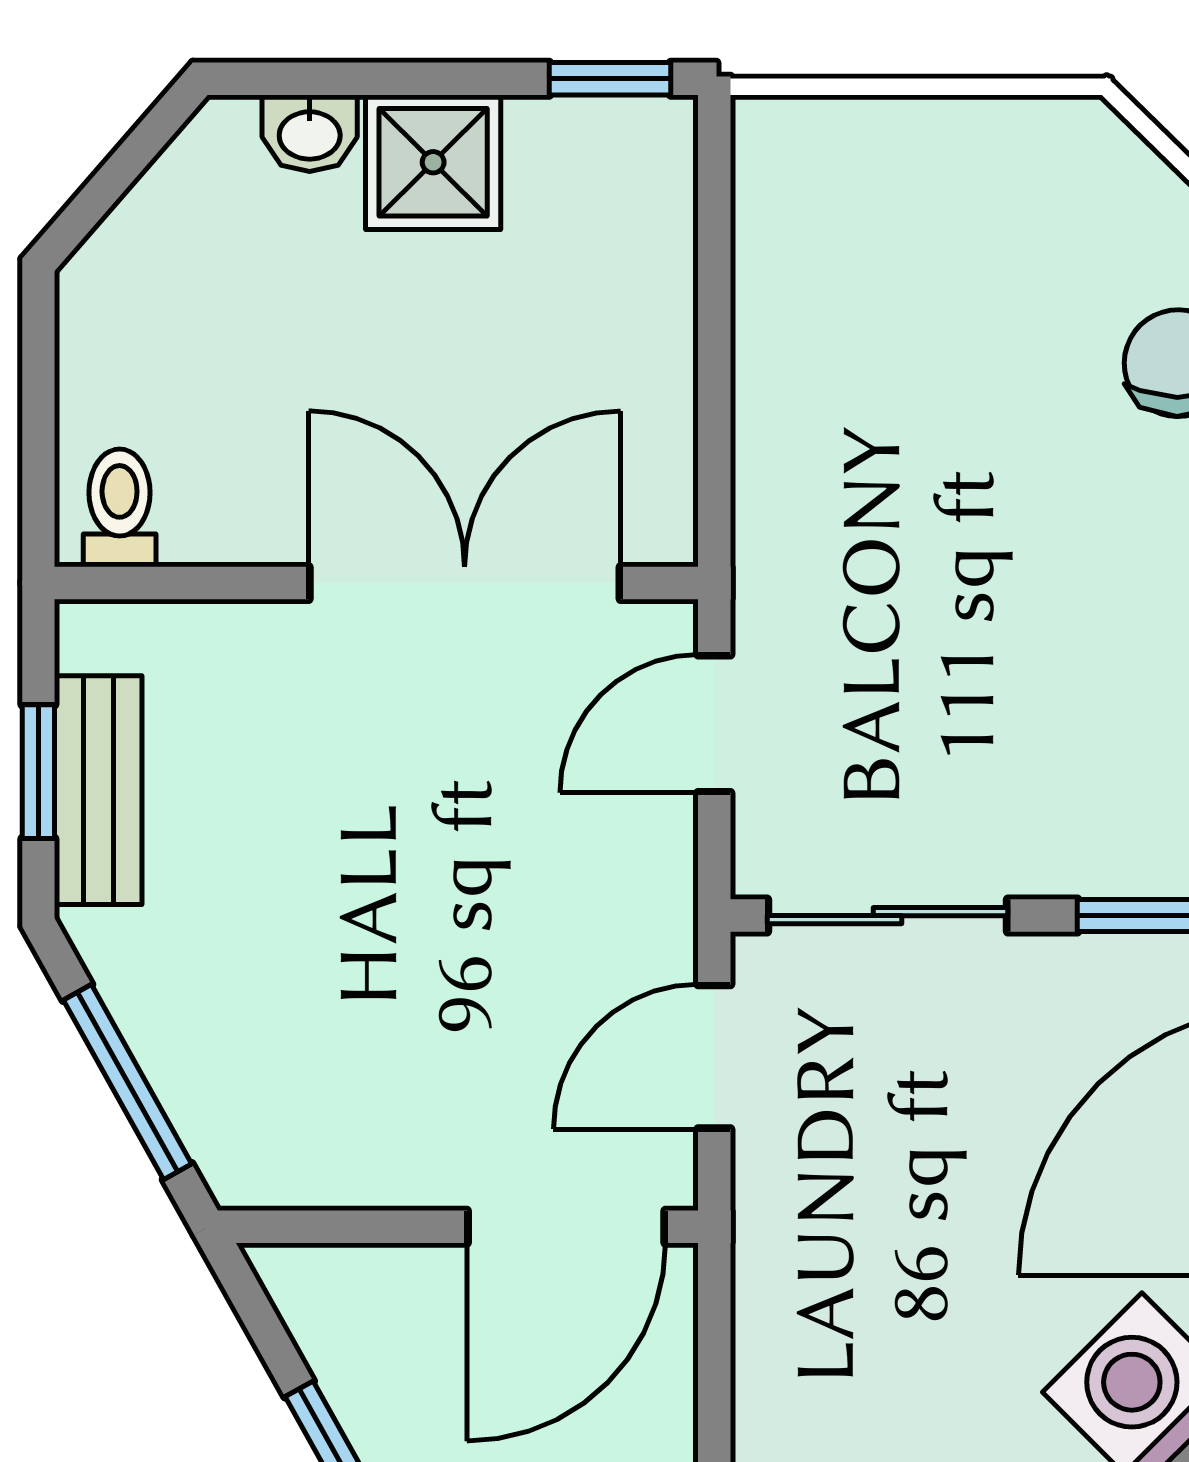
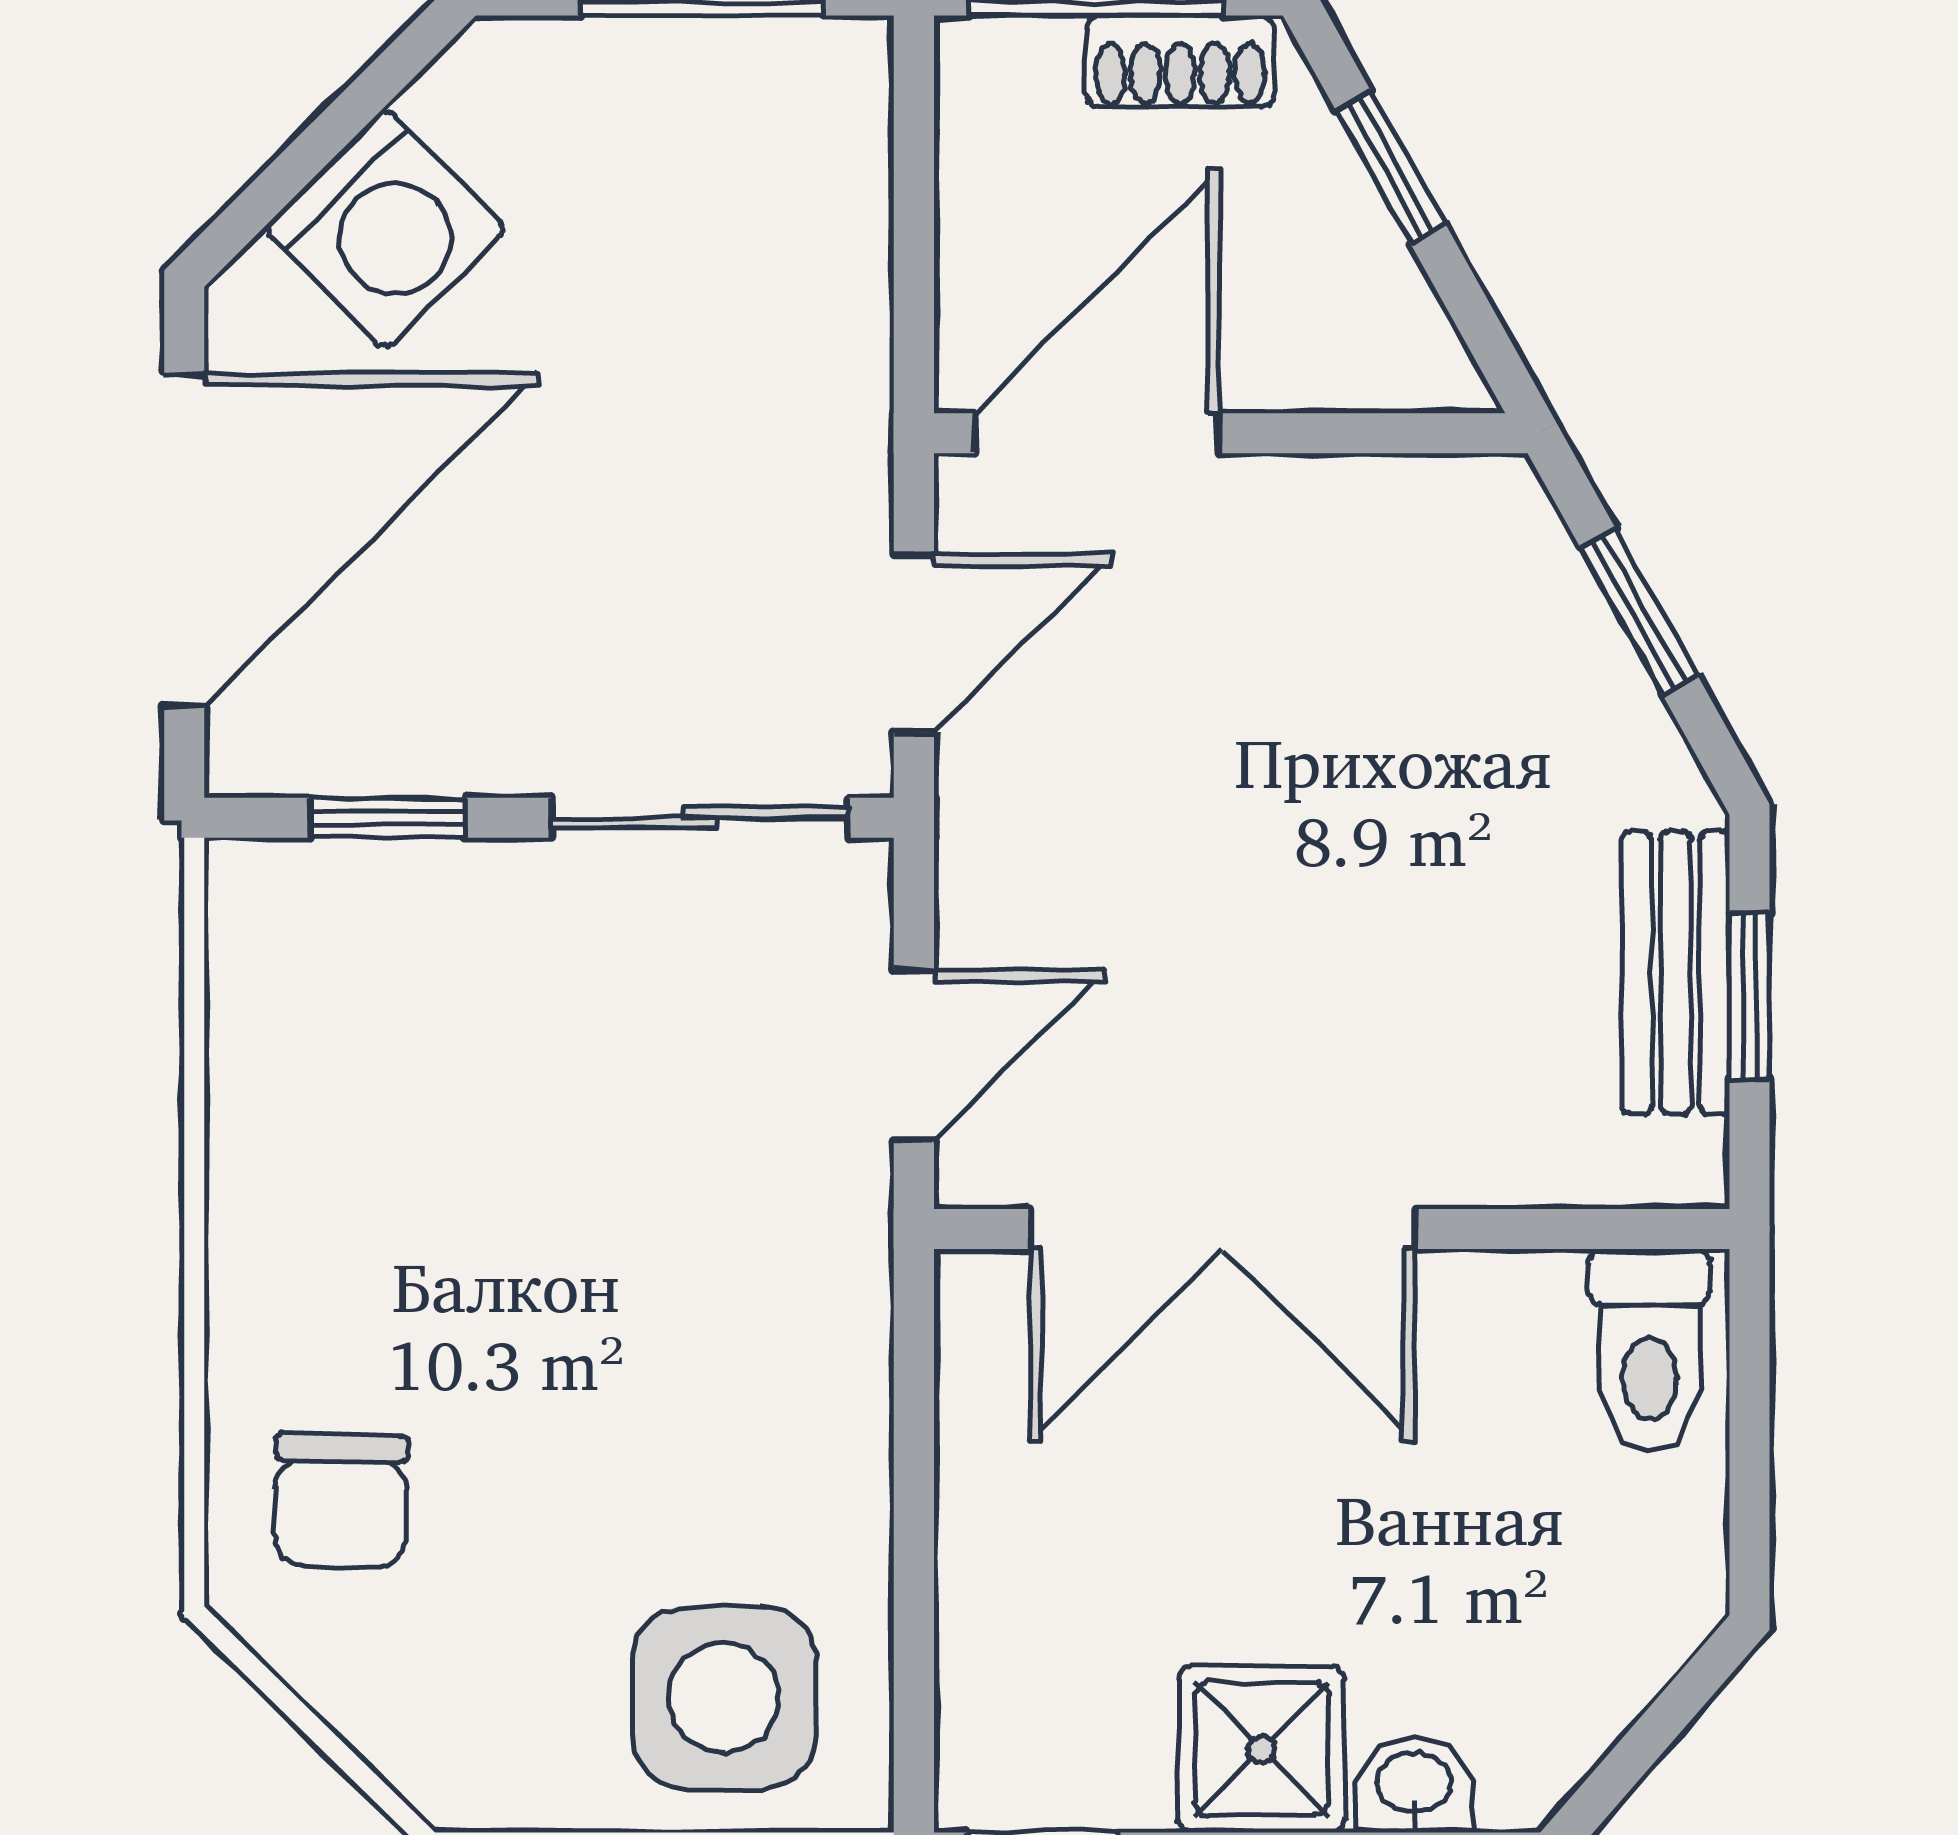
side table: (868, 204) -> (724, 1698), added
toilet: (120, 508) -> (1649, 1350), width x1.37, depth x1.39
window: (128, 1082) -> (1639, 612), width x0.67

